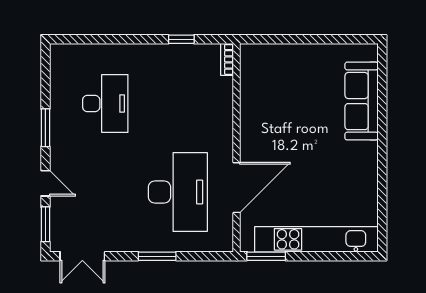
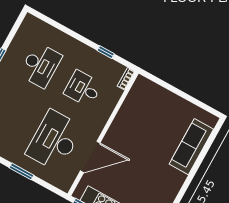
desk: (178, 103) -> (83, 89), added
desk: (178, 192) -> (54, 140), turned 180

